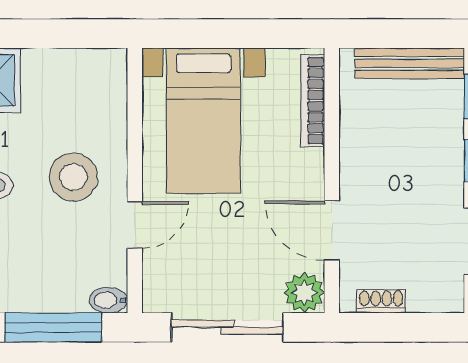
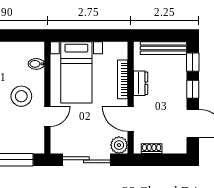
bookcase: (313, 101) -> (123, 79), moved
dresser: (355, 146) -> (141, 83), added
bidet: (109, 300) -> (36, 64), moved

